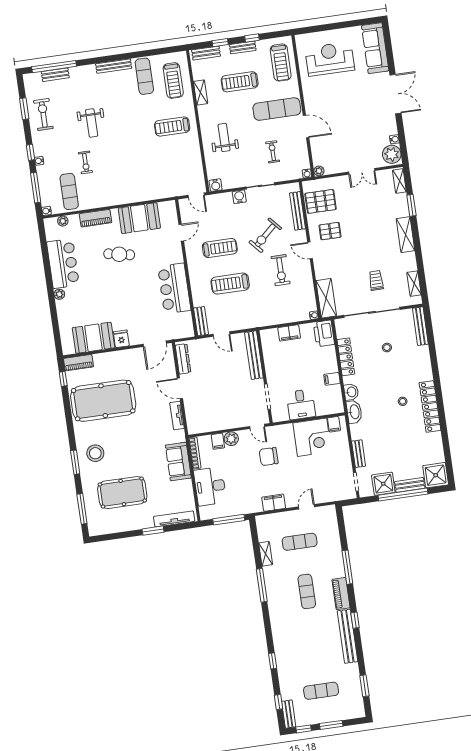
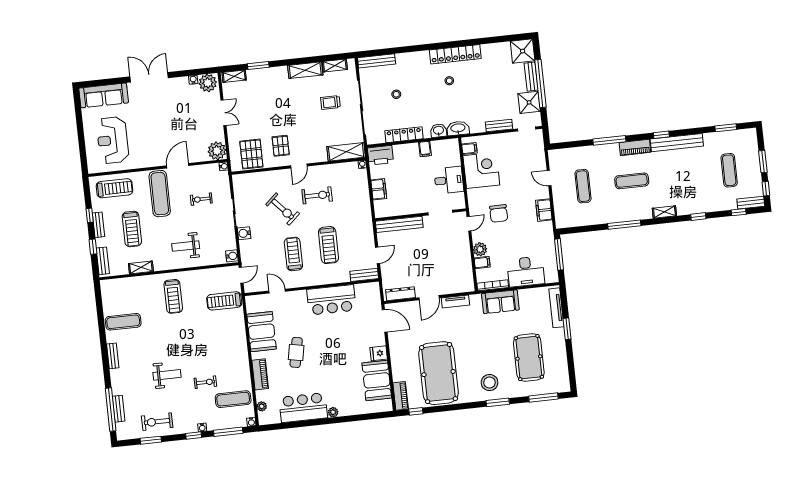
bench: (114, 66) -> (113, 356), width x0.73
treadmill: (173, 80) -> (224, 301), moved, turned 180
plant: (319, 171) -> (217, 151), width x1.88, depth x1.88
bench: (298, 211) -> (260, 177), removed
shelving: (406, 235) -> (305, 70), moved
shelving: (266, 554) -> (664, 212), moved

